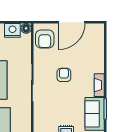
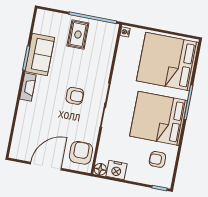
armchair: (64, 75) -> (75, 96), moved, turned -90

